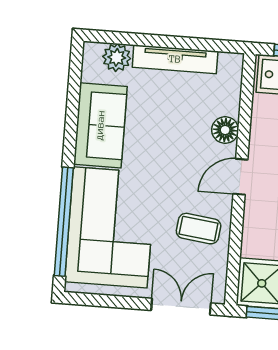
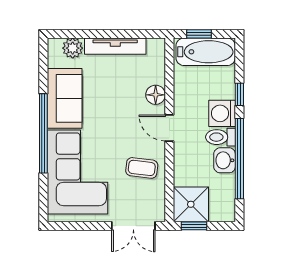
door: (240, 177) -> (169, 128), hinge flipped
window: (64, 222) -> (43, 133), moved
double door: (181, 307) -> (133, 226), swing flipped

